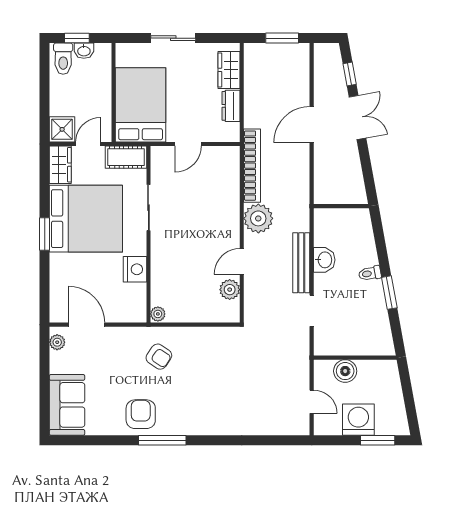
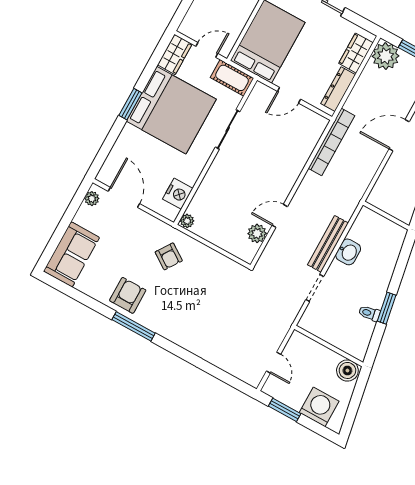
dresser: (231, 106) -> (338, 89), width x1.44
shower: (62, 129) -> (192, 26), removed
plant: (258, 218) -> (386, 56), moved
nightstand: (135, 269) -> (178, 194), moved
toilet: (370, 273) -> (369, 313), moved
boiler: (345, 371) -> (347, 370), moved
washing machine: (358, 420) -> (319, 407), moved
window: (378, 440) -> (285, 410), moved

